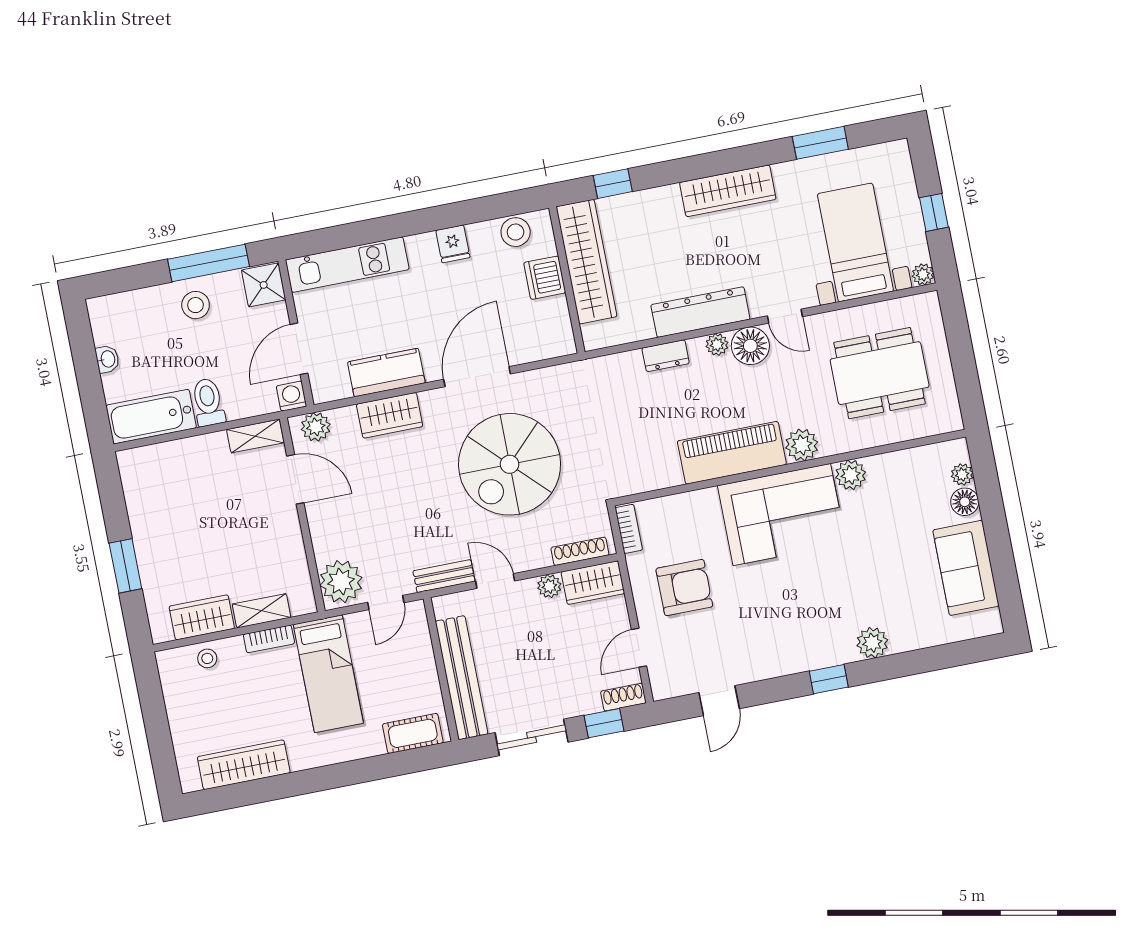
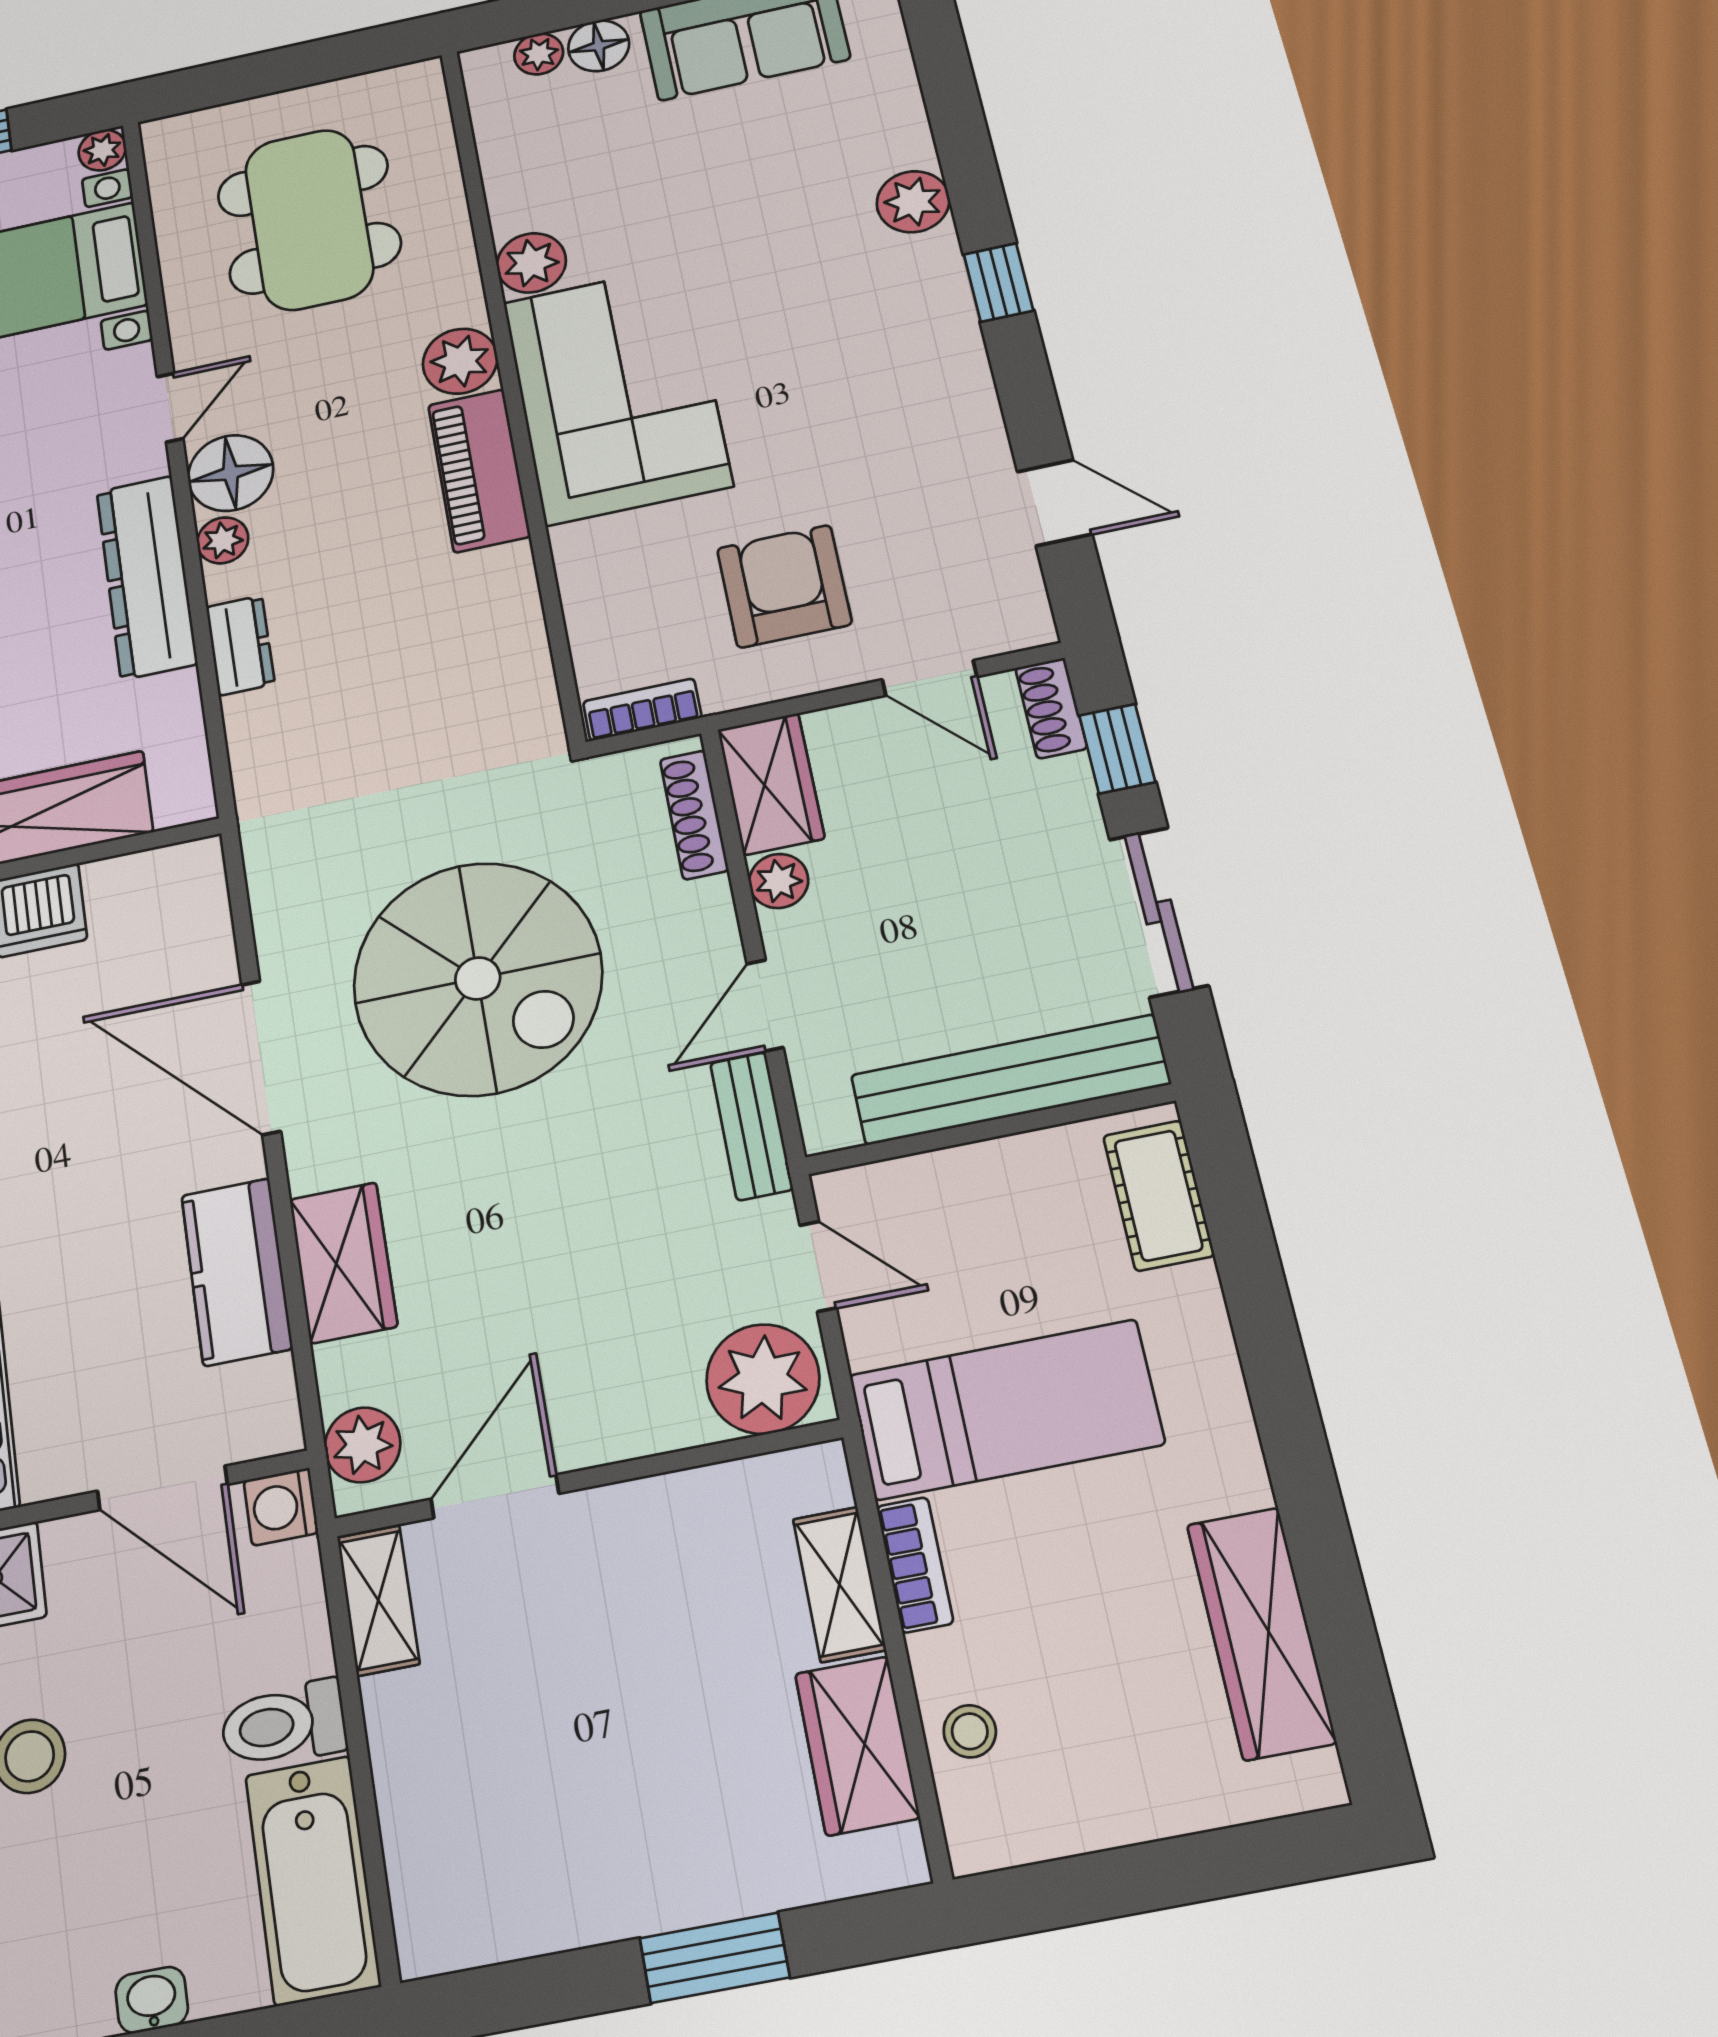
piano: (732, 453) -> (479, 471), width x0.73, depth x0.75

